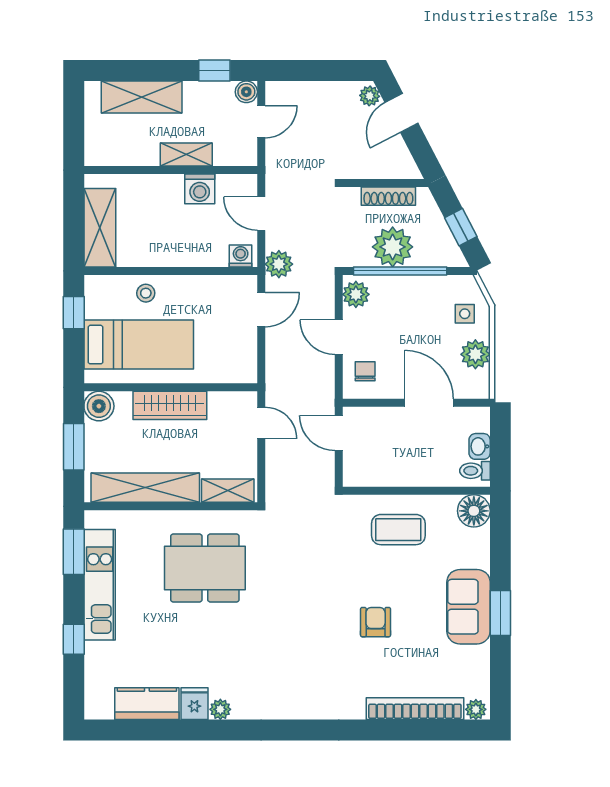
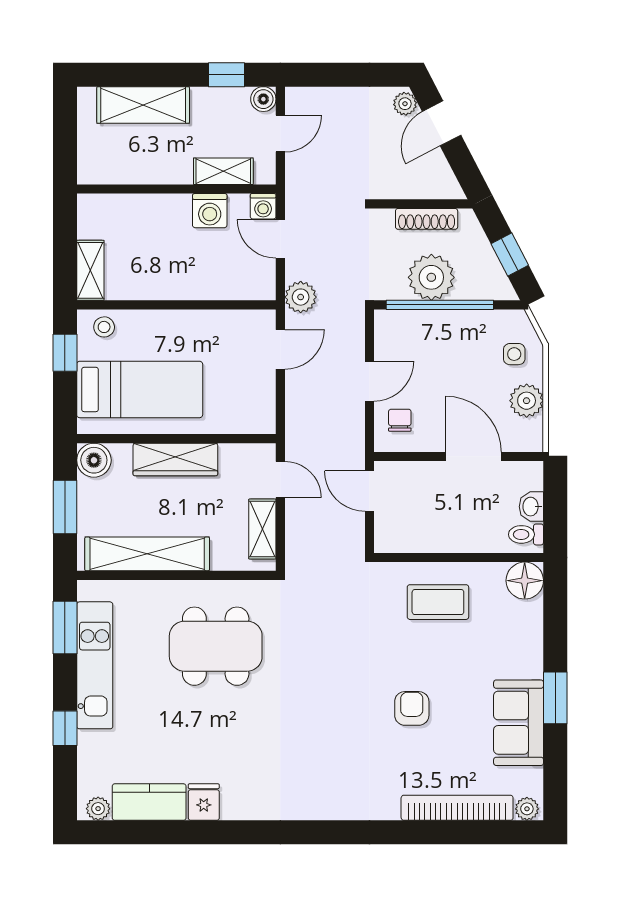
shelving: (186, 155) -> (223, 171), moved
shelving: (100, 228) -> (90, 270), width x0.67, depth x0.75
washing machine: (241, 256) -> (263, 206), moved, turned 180
stool: (146, 293) -> (104, 327), moved
plant: (356, 294) -> (389, 332), removed
door: (339, 337) -> (369, 381), swing flipped
shelving: (228, 491) -> (262, 529), moved, turned 90
sofa: (468, 607) -> (519, 723), moved
plant: (220, 709) -> (98, 809), moved

